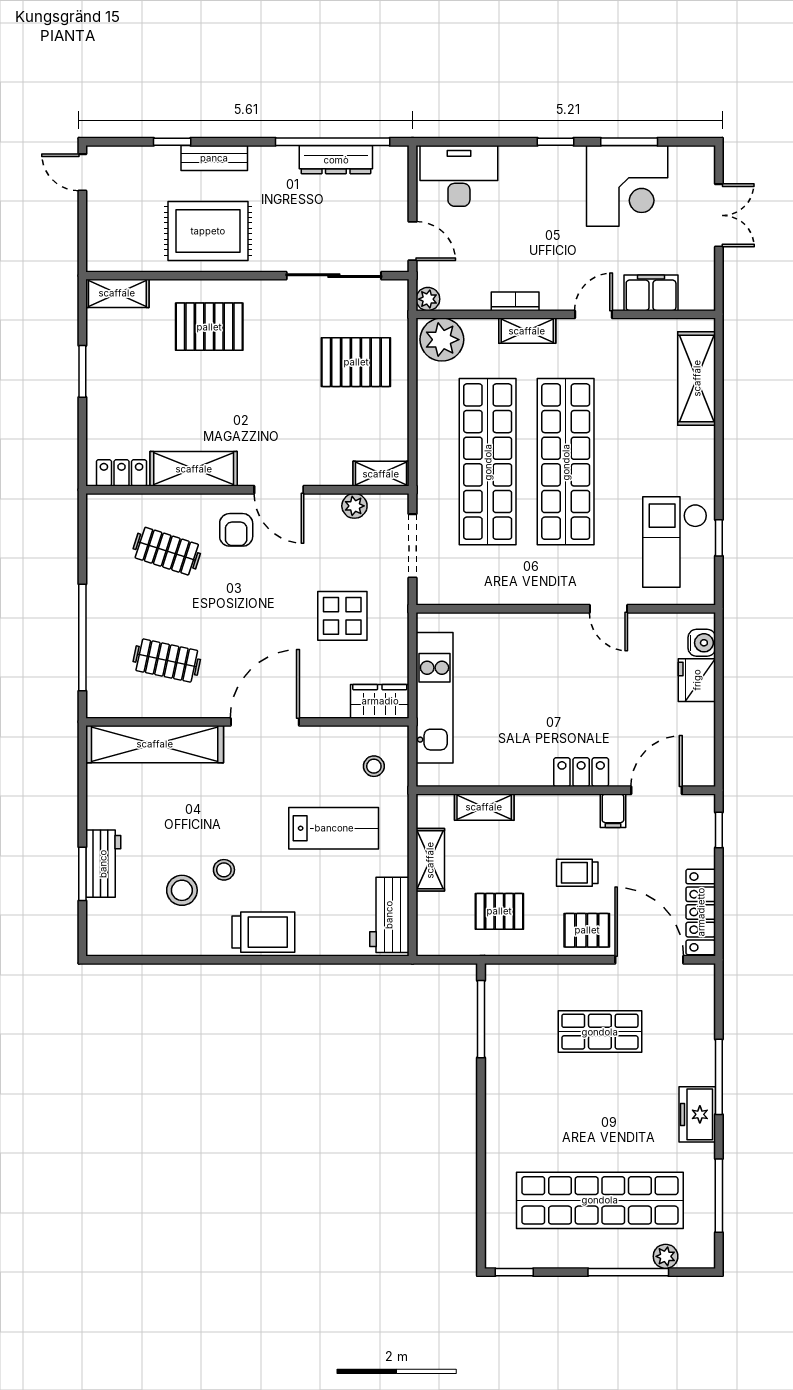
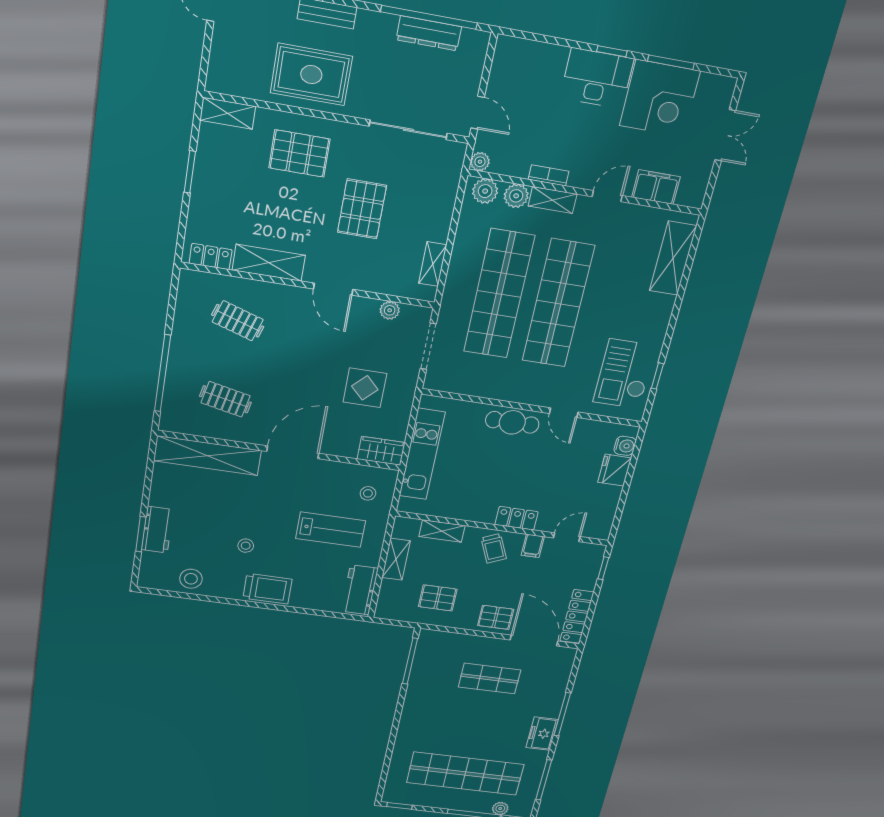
desk: (459, 176) -> (597, 78), moved
plant: (481, 333) -> (516, 196), added
plant: (442, 340) -> (485, 191), width x0.73, depth x0.73
pallet: (356, 362) -> (362, 209), moved, turned 90
shelving: (381, 474) -> (433, 264), moved, turned 90
armchair: (236, 530) -> (295, 314), removed
cafe table: (544, 633) -> (512, 422), added
door: (657, 790) -> (567, 537), width x0.73
trolley: (577, 873) -> (494, 548), moved, turned -114
stool: (182, 890) -> (191, 579), moved

